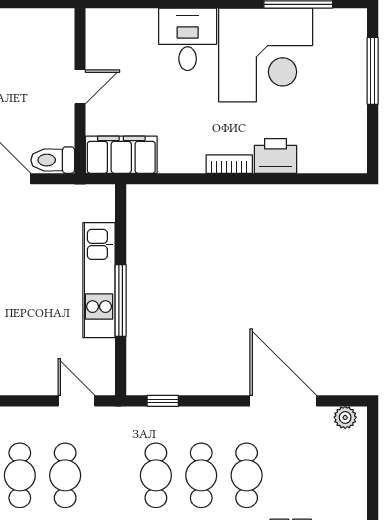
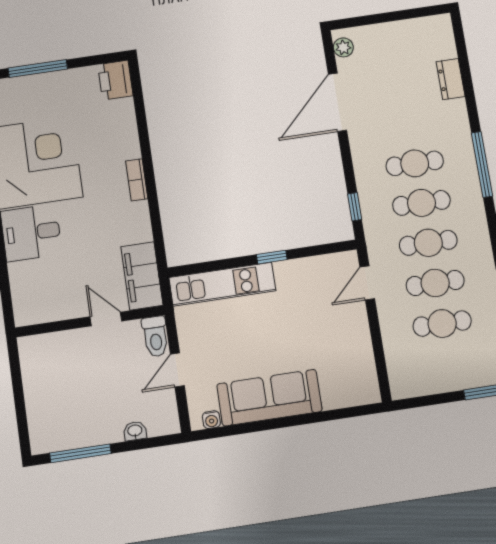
door: (80, 87) -> (106, 319), moved
printer: (276, 156) -> (115, 80), moved
kitchen unit: (99, 280) -> (222, 284), moved
window: (121, 301) -> (272, 257), width x0.46
cafe table: (247, 475) -> (428, 243), moved

